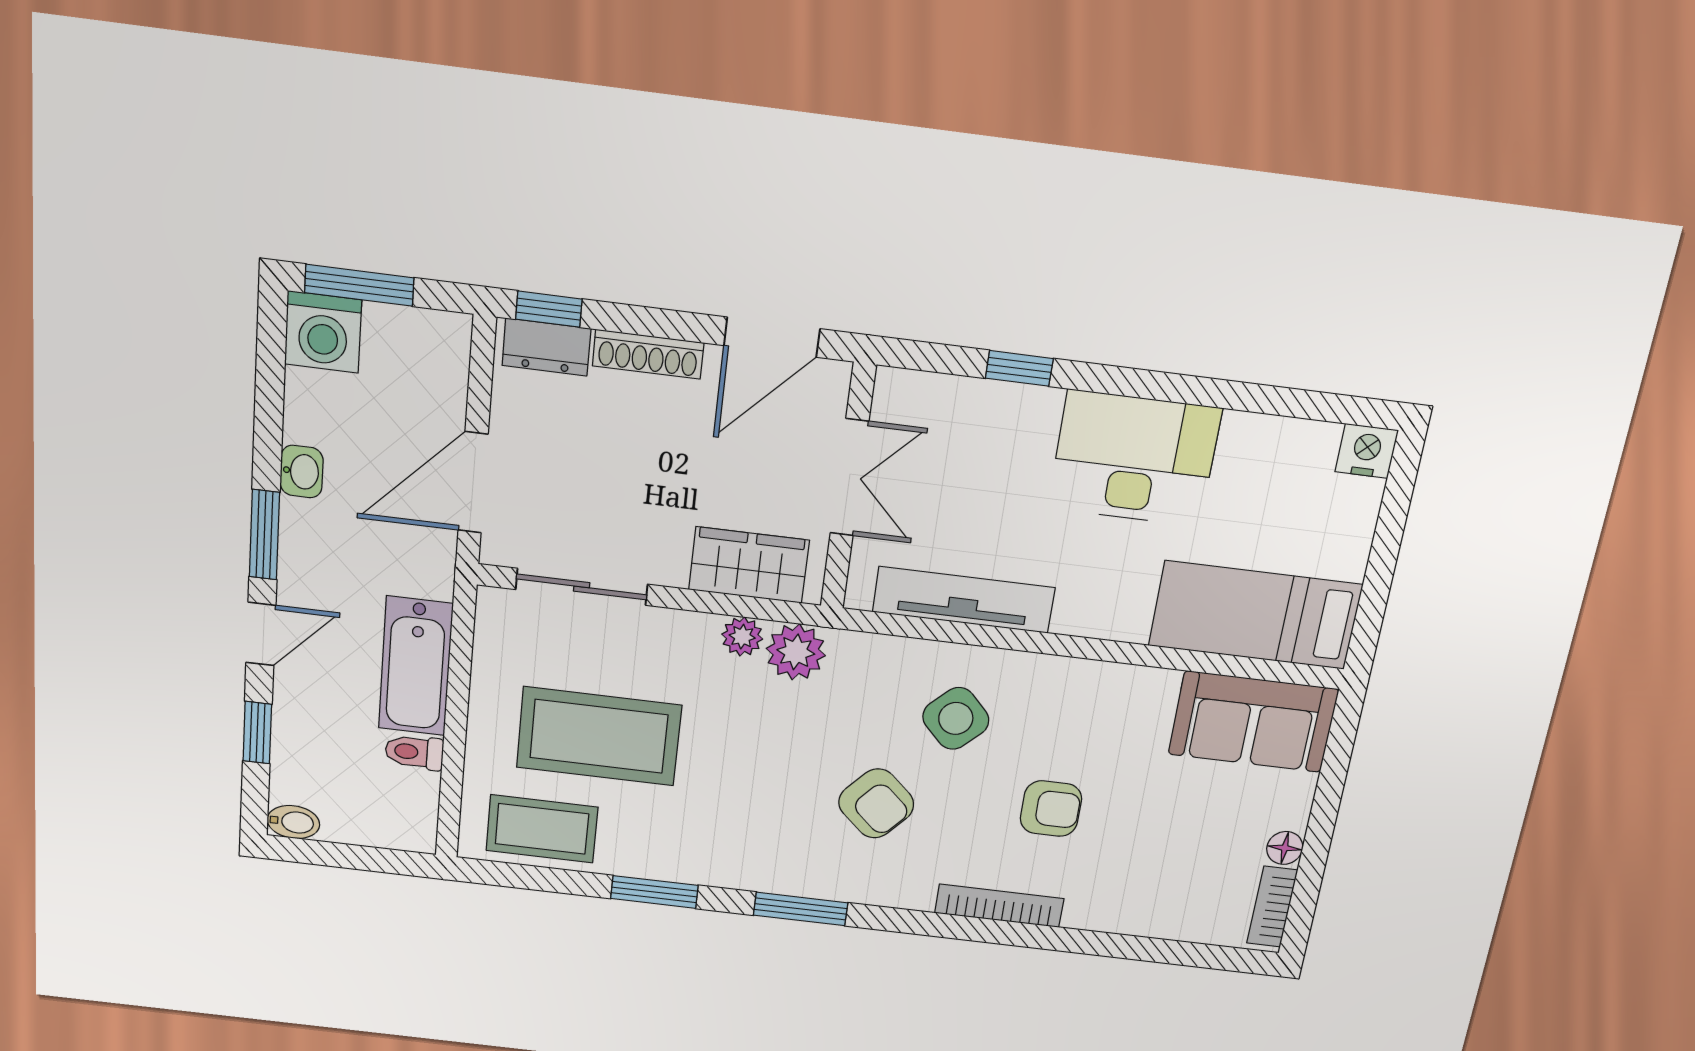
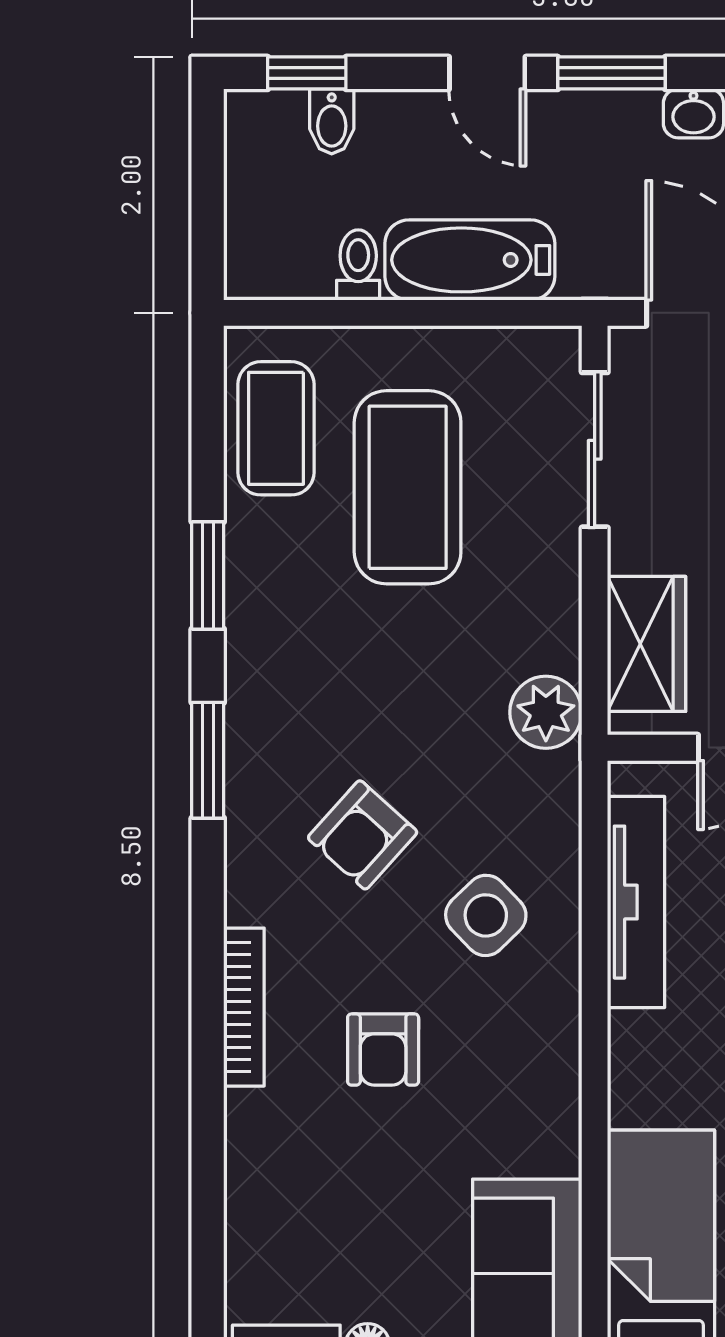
plant: (742, 637) -> (557, 646), removed
window: (257, 733) -> (307, 73), moved
bidet: (293, 822) -> (332, 121), moved

